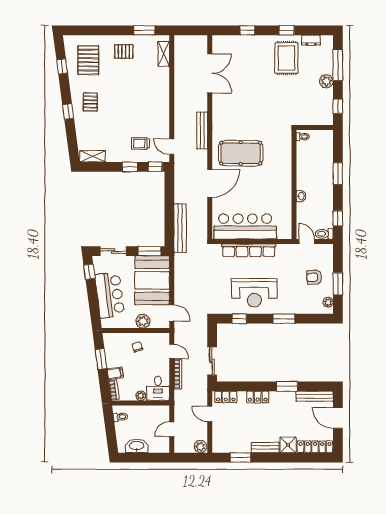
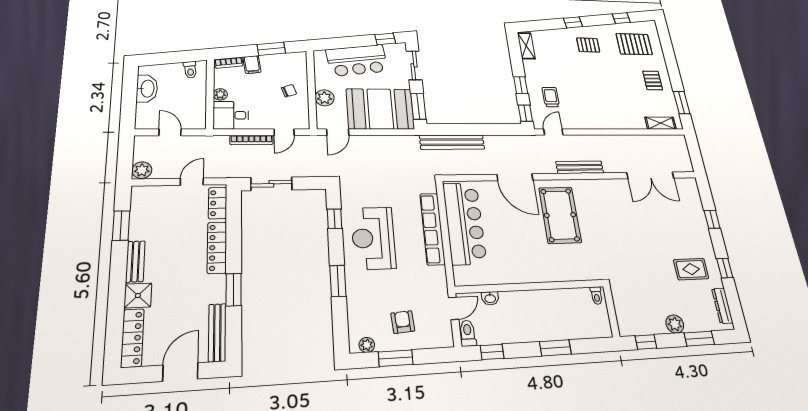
dresser: (311, 40) -> (722, 306), width x1.44
rug: (286, 58) -> (691, 269), width x0.73, depth x0.70
window: (338, 65) -> (699, 339), width x0.69
washbasin: (301, 196) -> (490, 298), moved
locker: (258, 397) -> (217, 248), width x1.53

